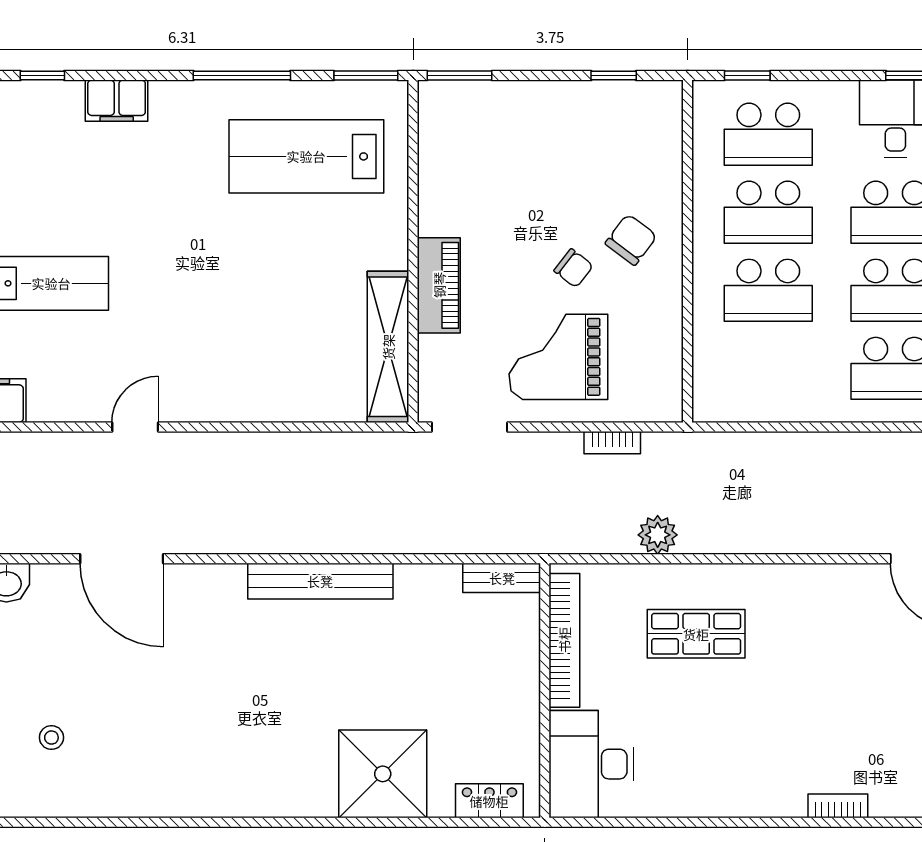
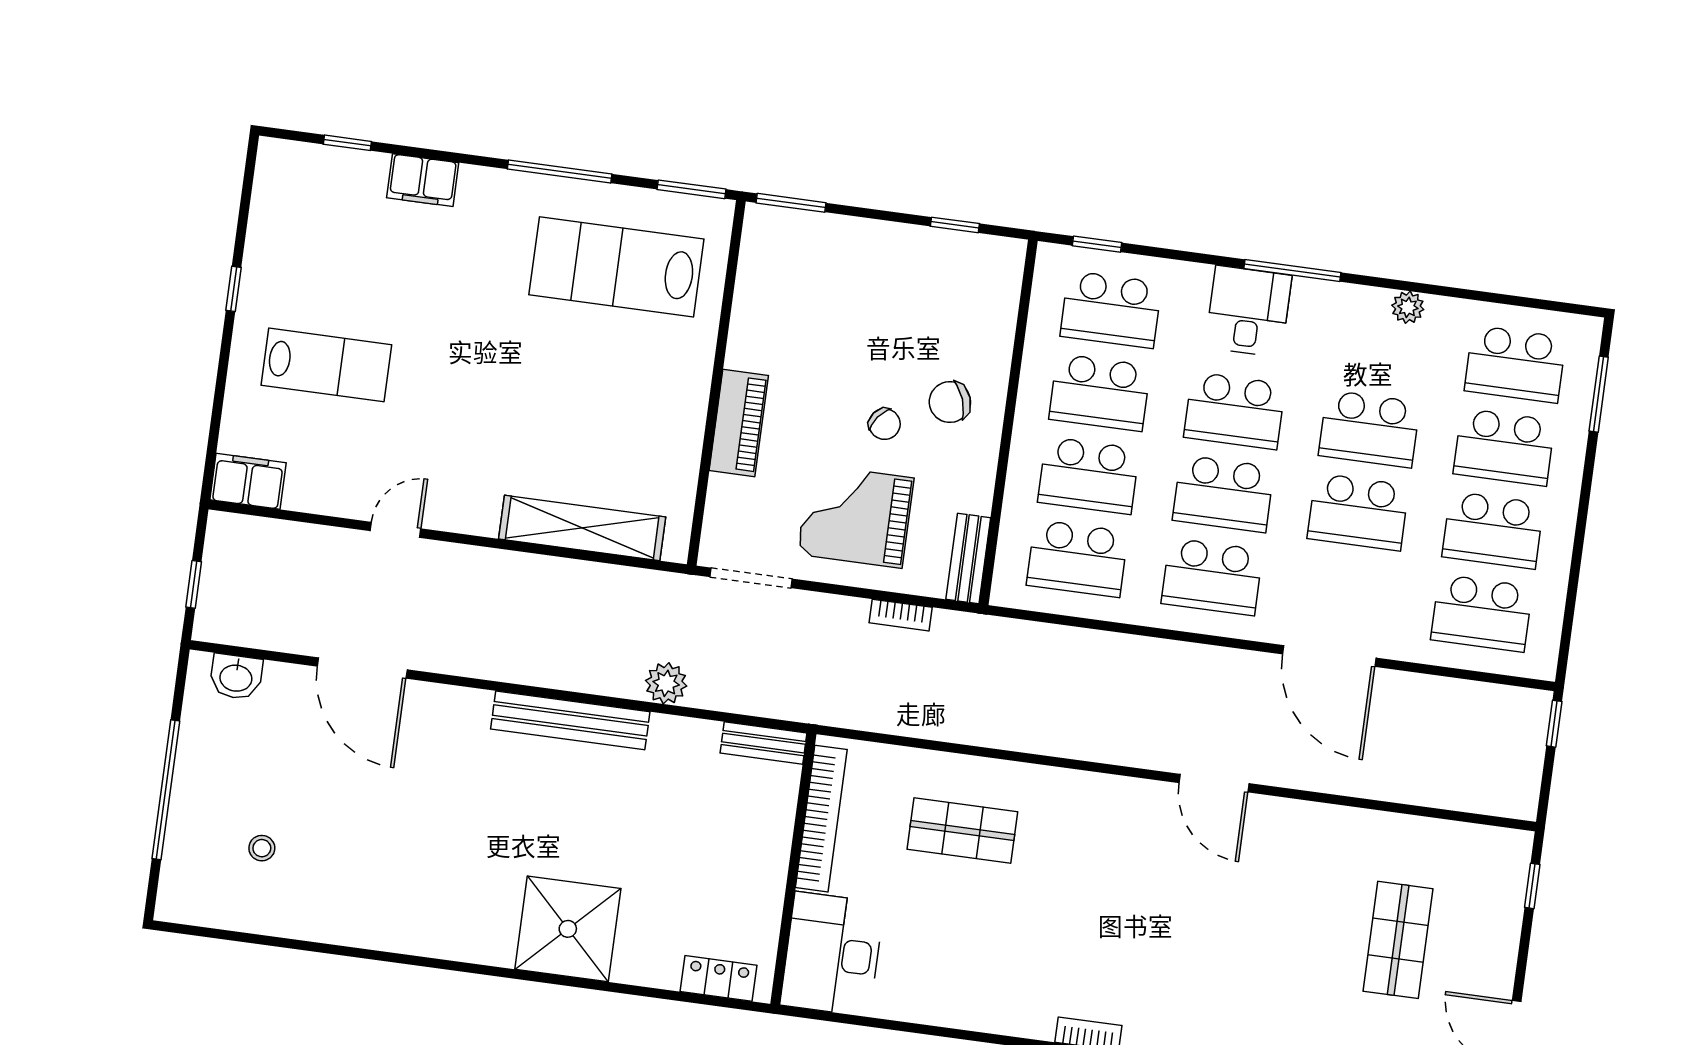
chair: (631, 240) -> (950, 402), turned -147
shelving: (388, 347) -> (582, 528), moved, turned 90
school desk: (768, 368) -> (1077, 559), added
bench: (668, 382) -> (968, 558), added
plant: (658, 535) -> (666, 683), moved
shower: (383, 774) -> (568, 929), moved

